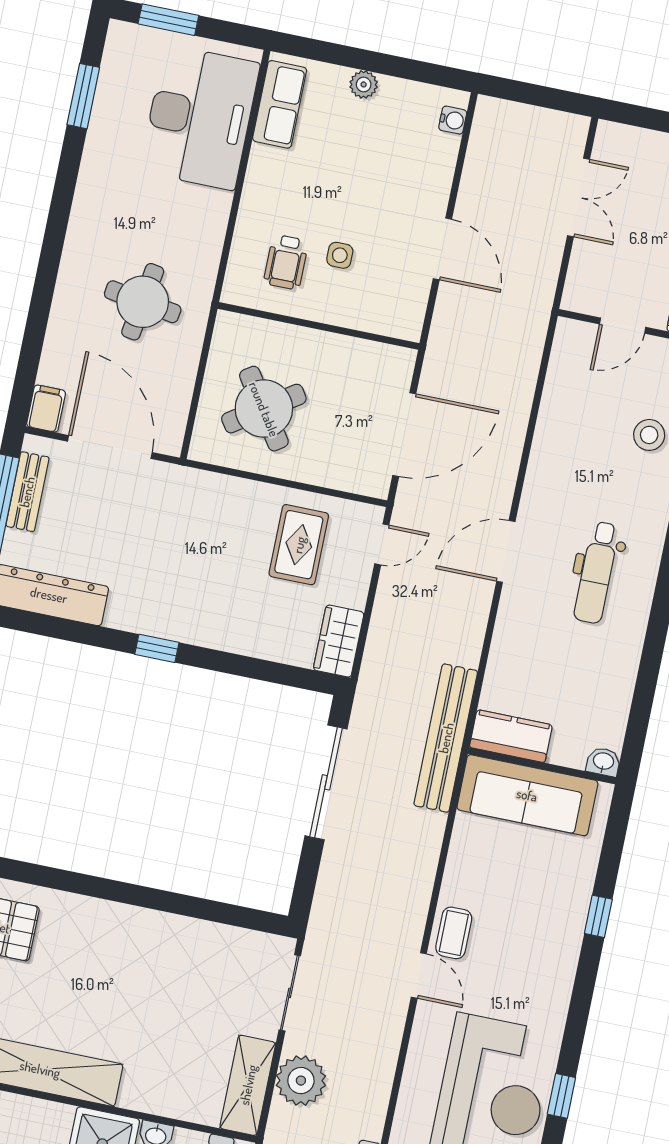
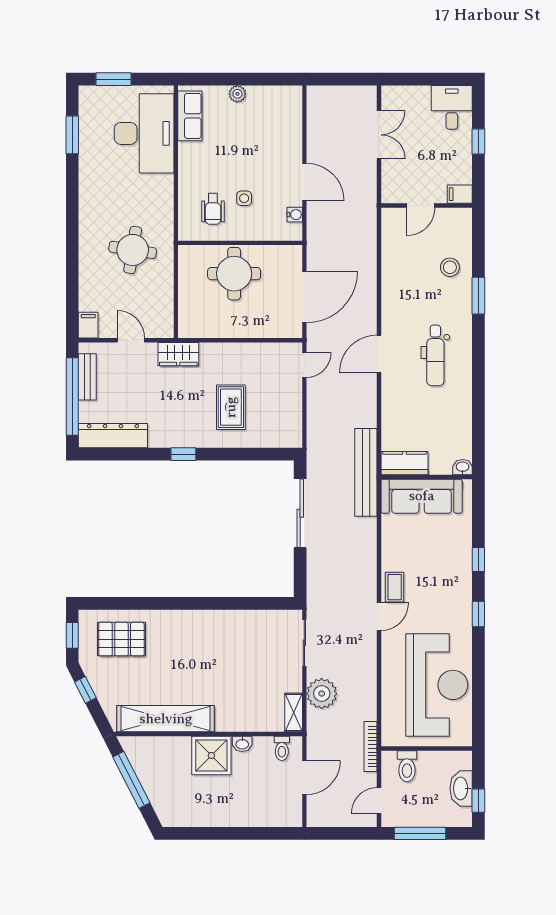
water cooler: (453, 120) -> (295, 215), moved
round table: (264, 409) -> (234, 274), moved, turned 34
door: (110, 447) -> (131, 340), width x0.53
rug: (299, 545) -> (231, 407), moved
wardrobe: (339, 641) -> (178, 354), moved, turned -90
door: (419, 975) -> (379, 617), hinge flipped
shelving: (248, 1085) -> (294, 713), width x0.67, depth x0.75
window: (561, 1096) -> (478, 614), moved

